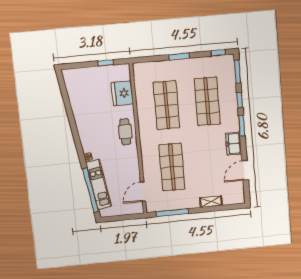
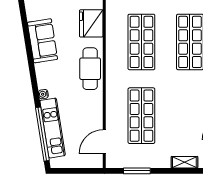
sofa: (82, 112) -> (42, 41), added
cafe table: (125, 132) -> (90, 69), width x1.37, depth x1.35
window: (172, 213) -> (137, 171), width x0.69

